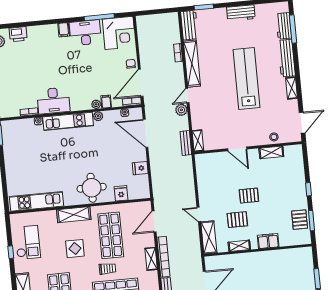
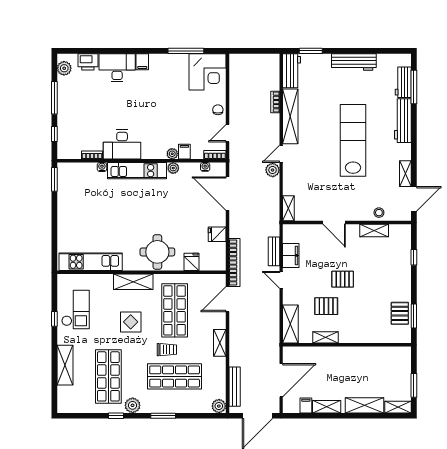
workbench: (241, 13) -> (354, 62), width x1.38
desk: (85, 33) -> (117, 68), moved
door: (141, 83) -> (227, 133), width x0.53
shelving: (292, 88) -> (405, 174), moved
bench: (186, 143) -> (274, 251), moved
window: (308, 189) -> (414, 257), moved
door: (199, 214) -> (281, 280), moved
filing cabinet: (268, 241) -> (291, 255), moved, turned 90
bookcase: (163, 257) -> (234, 262), moved

